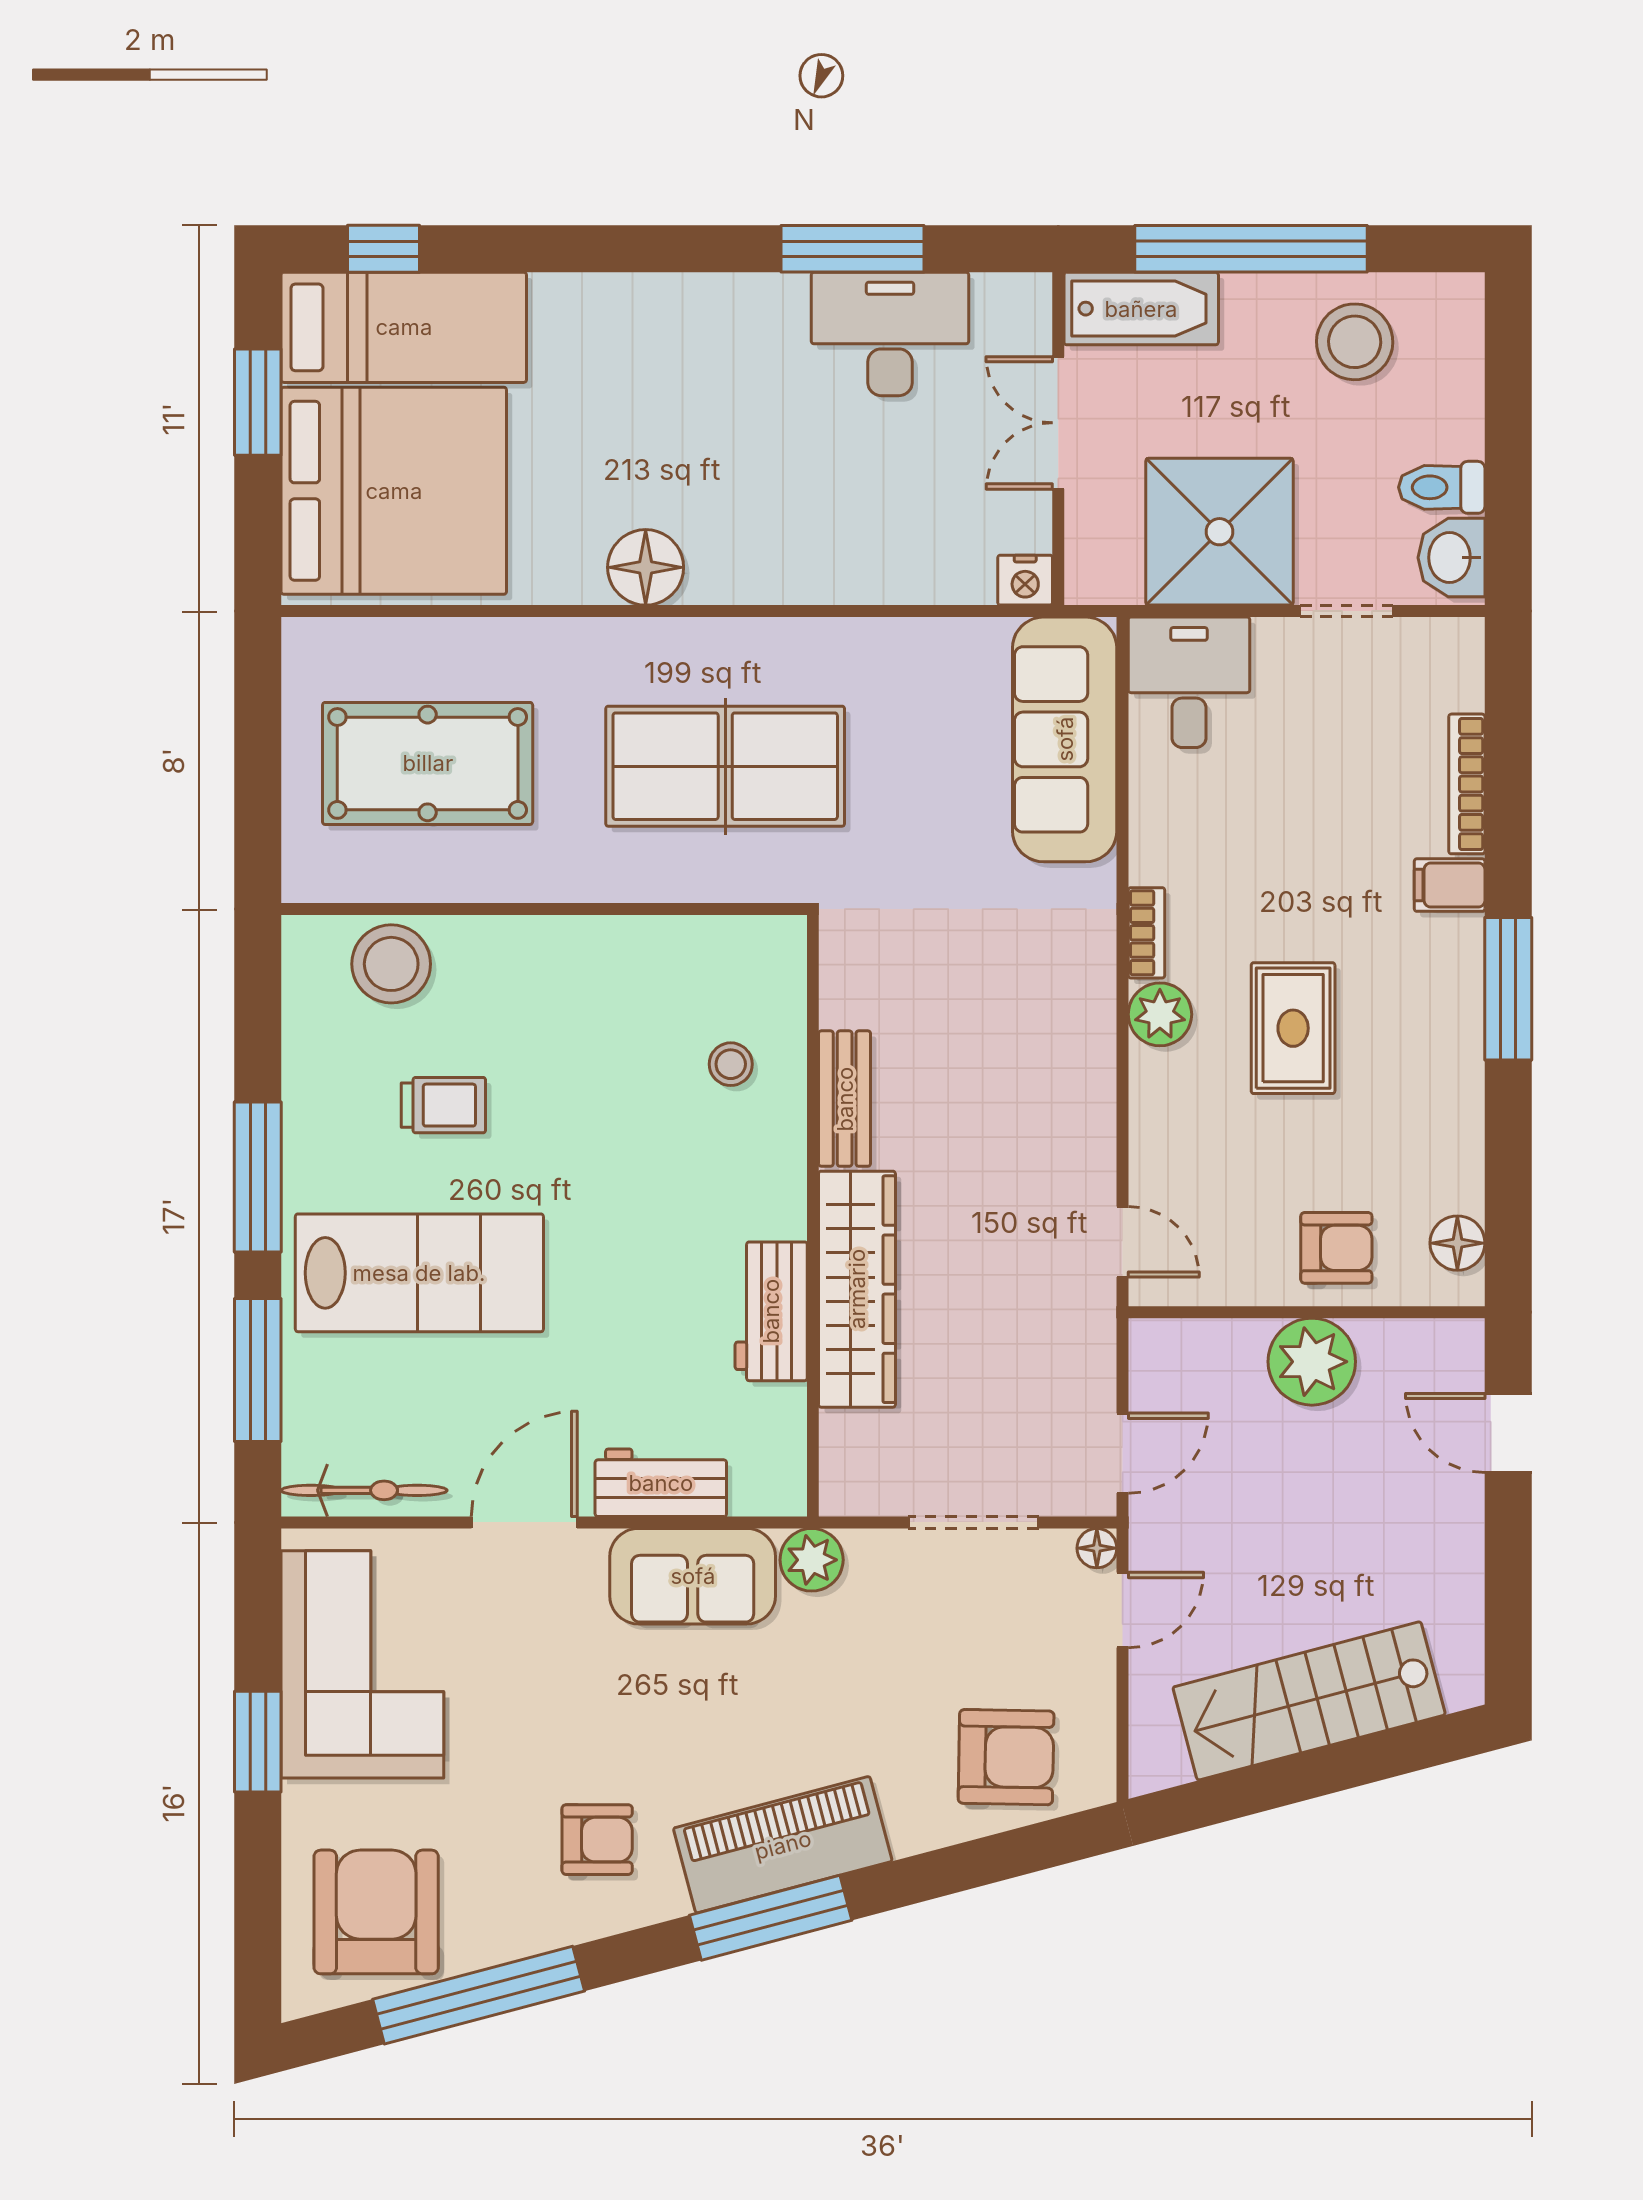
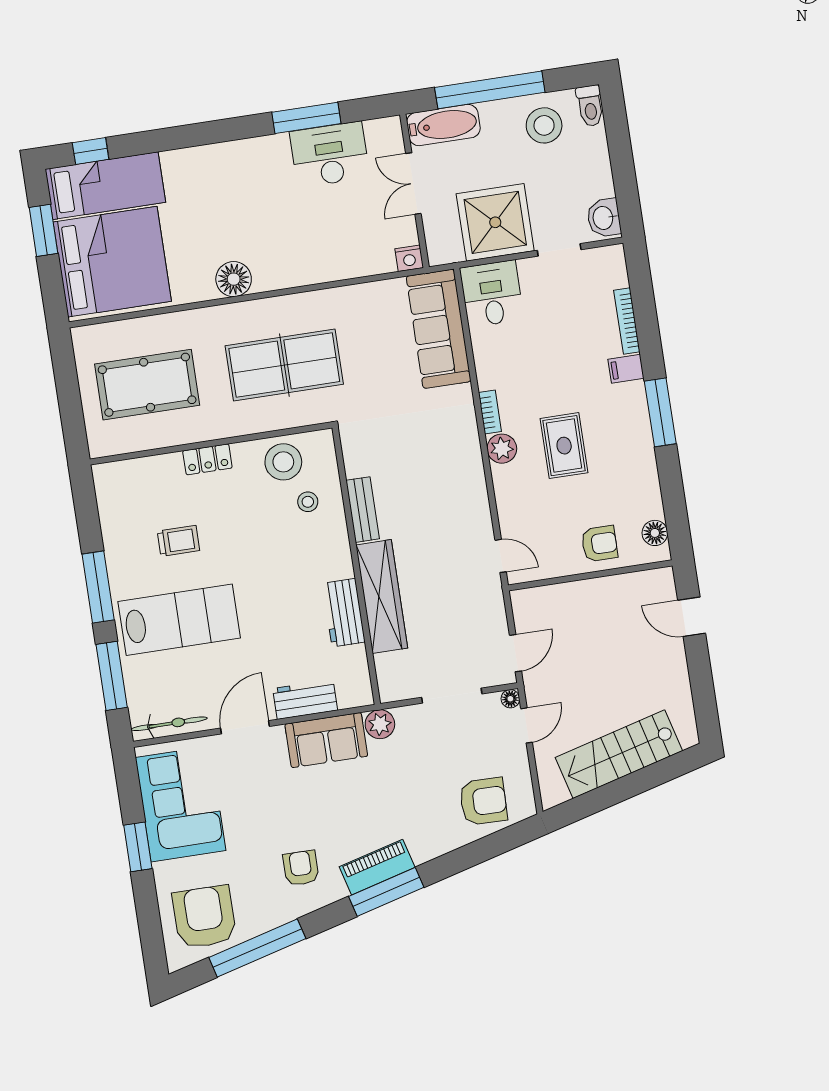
toilet: (1442, 487) -> (590, 106), moved, turned -90
locker: (531, 941) -> (207, 459), added
stool: (391, 964) -> (283, 462), moved
plant: (1312, 1362) -> (596, 598), removed
armchair: (597, 1840) -> (301, 868), turned -90
piano: (783, 1845) -> (377, 867), width x0.73, depth x0.75

